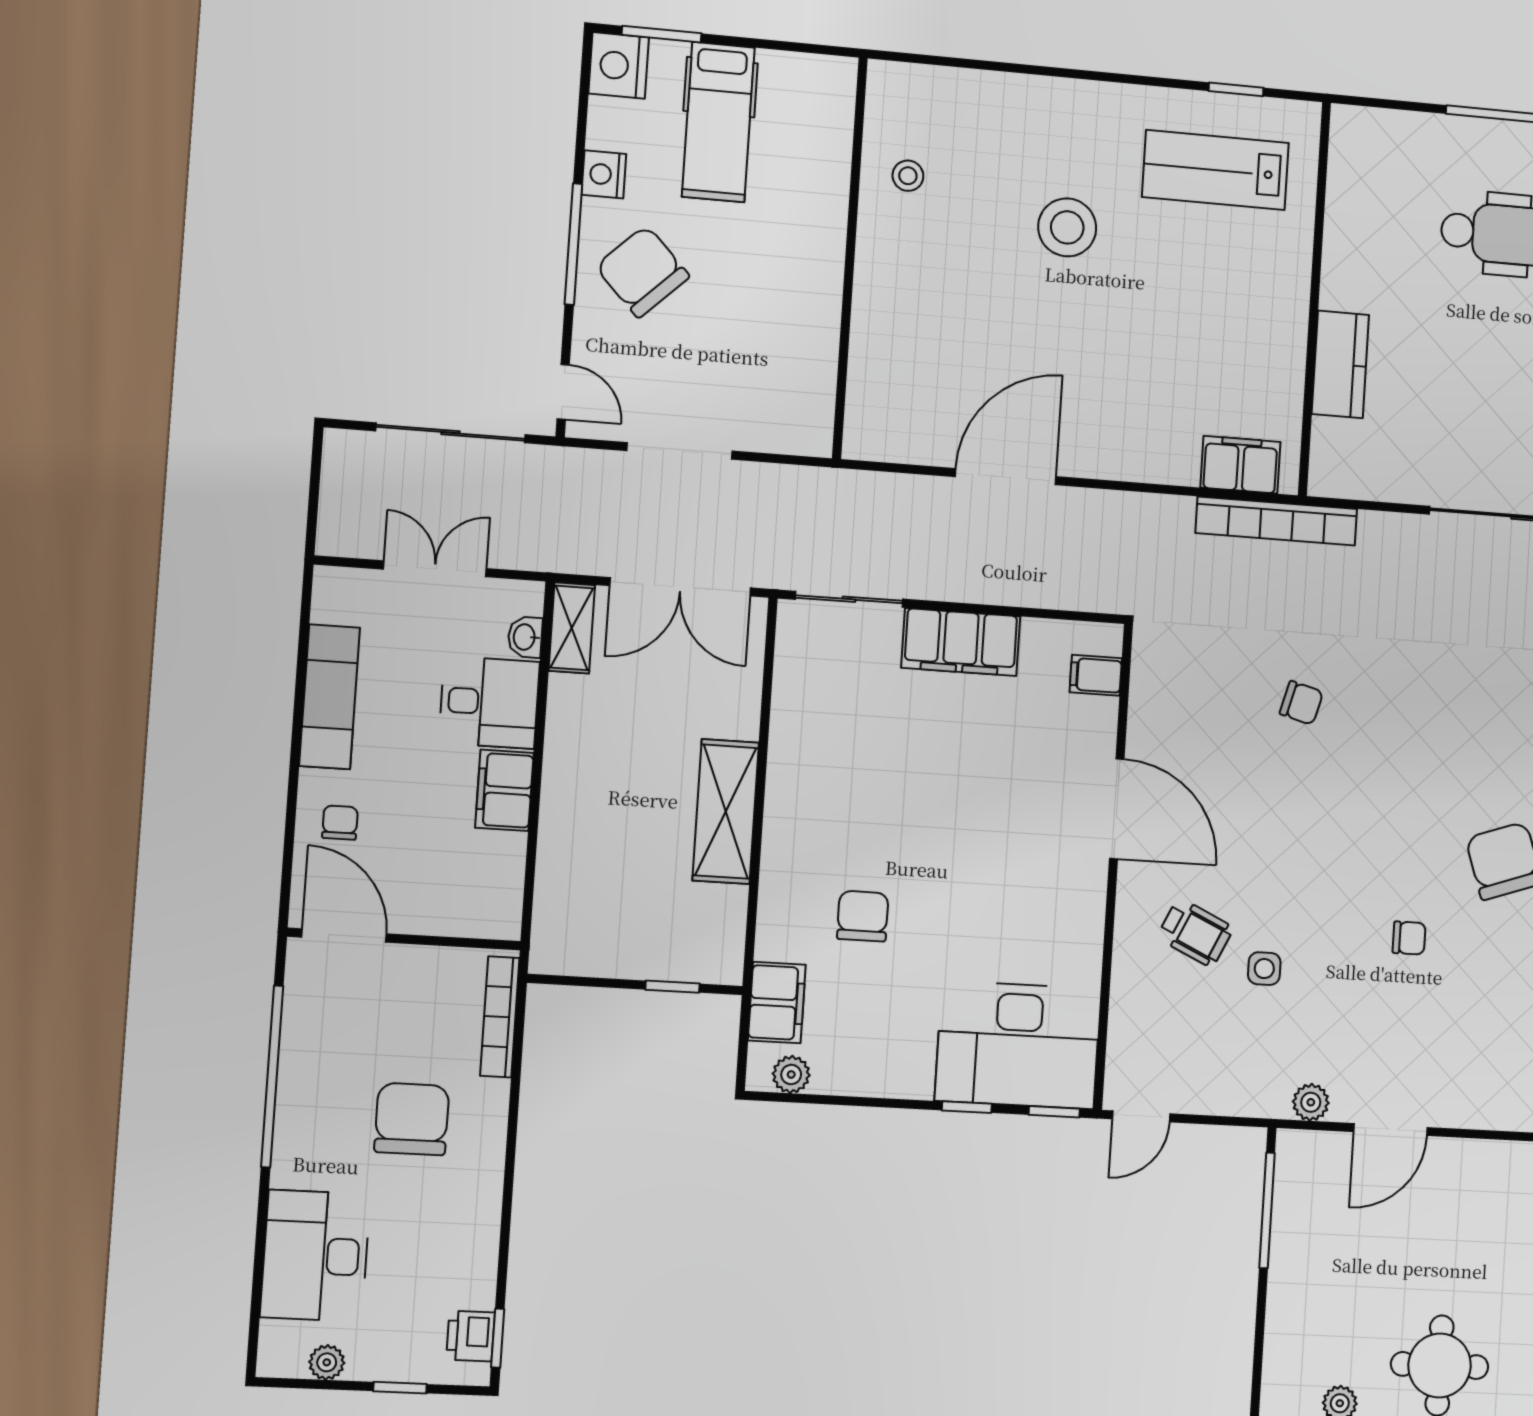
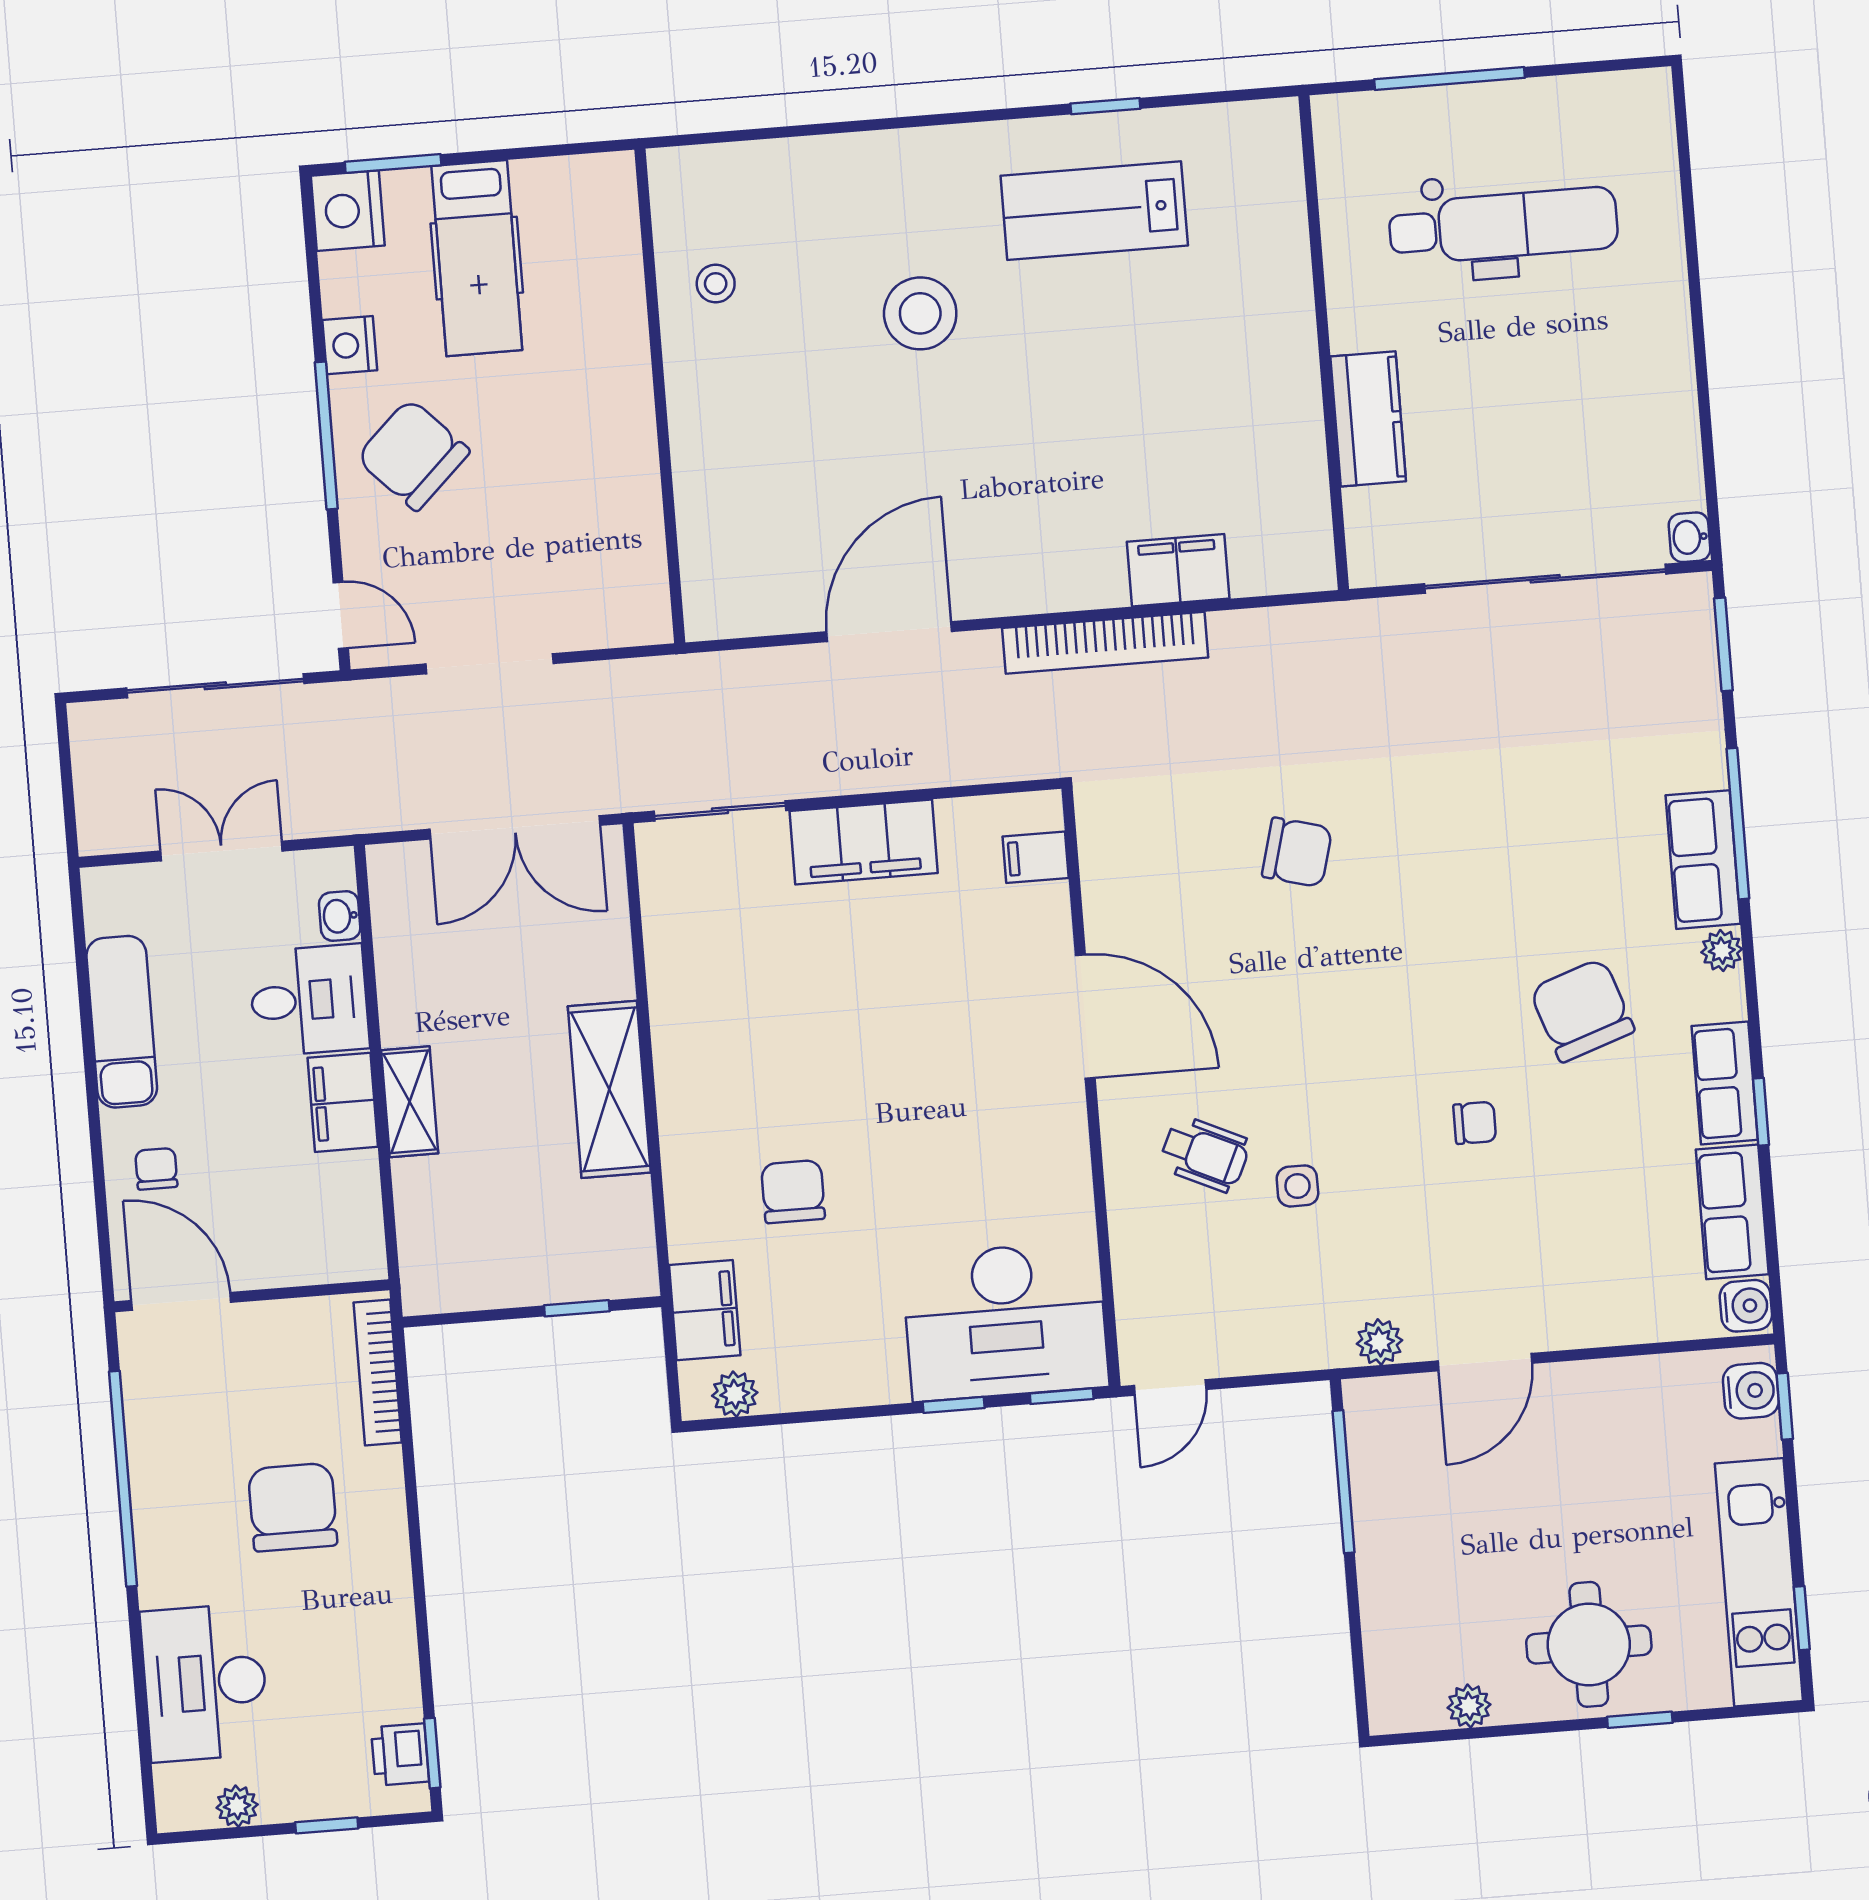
wall: (1314, 299) -> (1324, 343), moved
kitchen counter: (1340, 364) -> (1368, 419), moved
bookcase: (1276, 521) -> (1105, 643), moved
shelving: (572, 628) -> (410, 1102), moved
chair: (1301, 703) -> (1297, 852), width x1.37, depth x1.37

